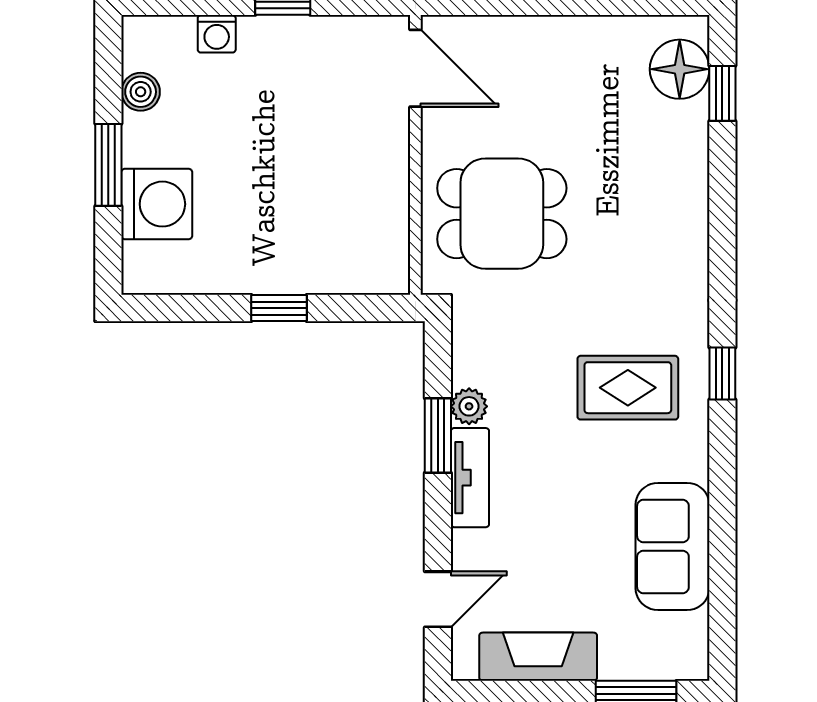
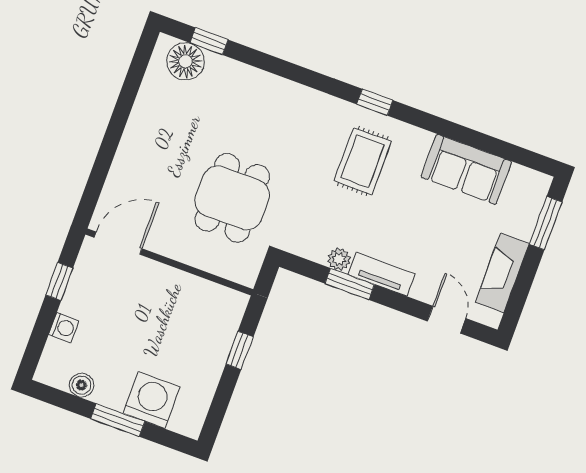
door: (415, 68) -> (118, 243), moved
wall: (415, 155) -> (169, 262), moved

